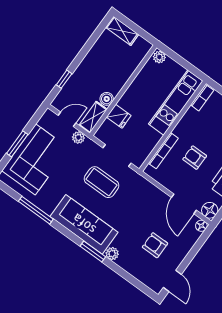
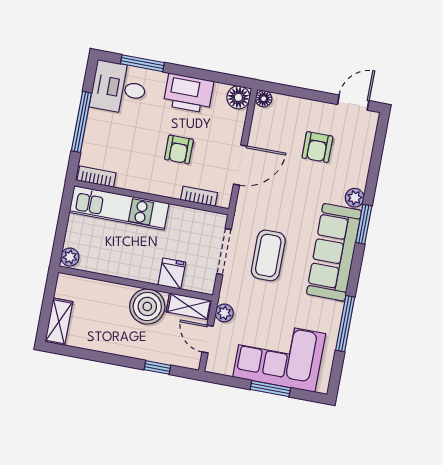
boiler: (107, 99) -> (147, 306), width x1.86, depth x1.86
bookcase: (163, 151) -> (199, 196), width x0.64
door: (184, 204) -> (240, 165), moved

